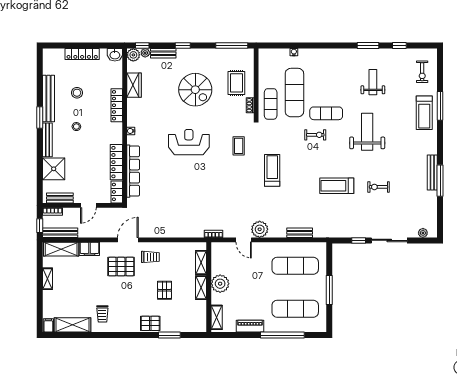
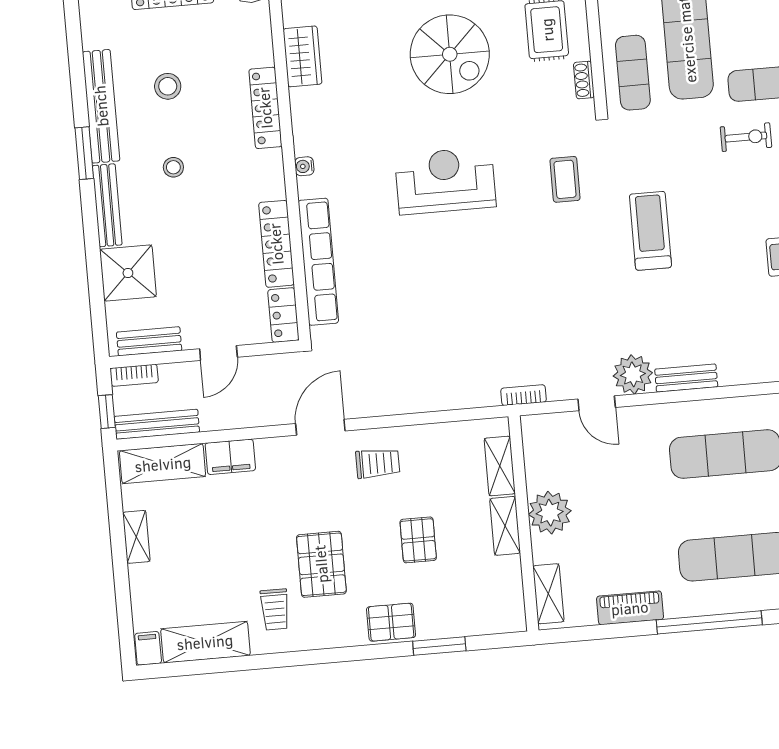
bench: (300, 233) -> (686, 378), moved
pallet: (121, 267) -> (321, 564), moved, turned 90

